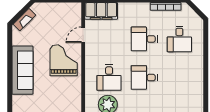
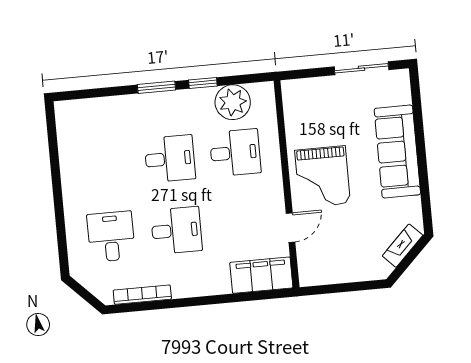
desk: (109, 78) -> (235, 153), turned 90

